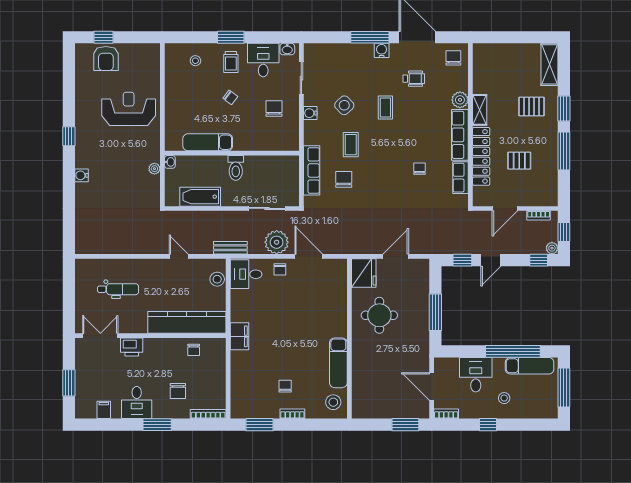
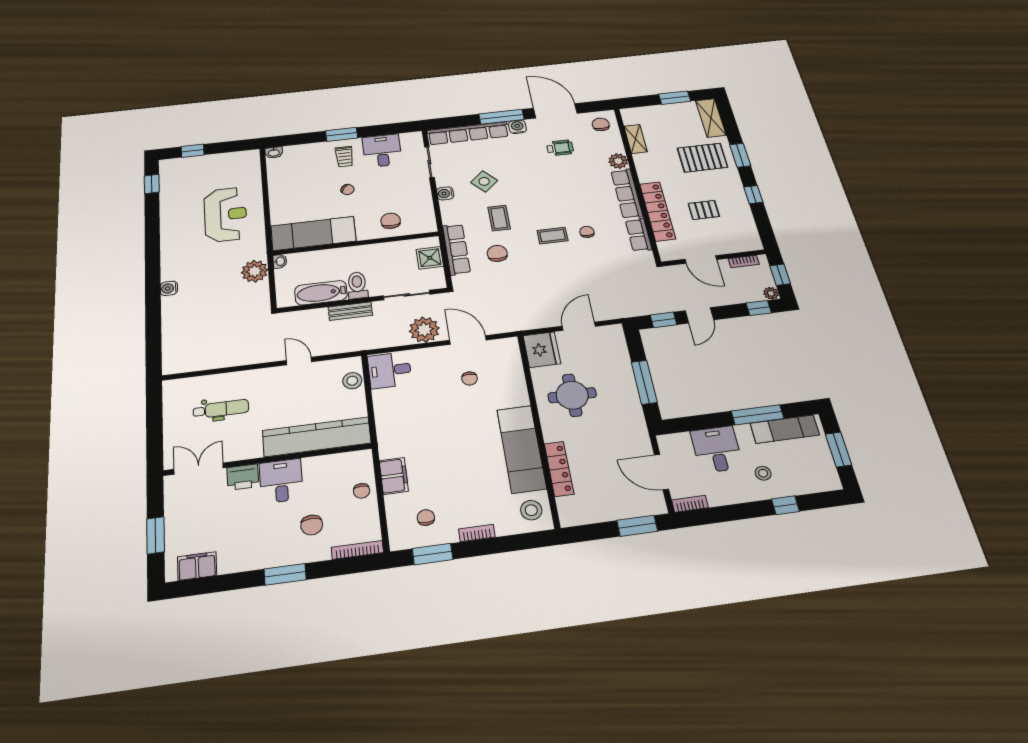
window: (524, 37) -> (675, 98), added
washbasin: (287, 49) -> (274, 153), moved
row of seats: (338, 51) -> (468, 133), added
armchair: (106, 58) -> (196, 170), removed
stool: (195, 61) -> (303, 160), removed
pallet: (532, 107) -> (702, 158), width x1.50, depth x1.42
chair: (274, 108) -> (391, 221), moved
coffee table: (385, 108) -> (553, 236), moved, turned 90
reception desk: (129, 109) -> (226, 214), turned 90
shelving: (480, 110) -> (636, 139), moved
window: (69, 136) -> (152, 184), moved
exam couch: (208, 142) -> (313, 233), width x1.36, depth x1.45
window: (564, 151) -> (753, 195), width x0.46
toilet: (236, 168) -> (357, 285), moved, turned 180
plant: (154, 169) -> (255, 271), width x1.87, depth x1.87
shower: (289, 176) -> (430, 258), added
door: (505, 208) -> (701, 259), hinge flipped
bench: (230, 248) -> (350, 311), moved
chair: (280, 269) -> (470, 378), moved
filing cabinet: (240, 336) -> (394, 476), moved
chair: (194, 350) -> (362, 491), moved
window: (513, 351) -> (758, 415), width x0.68
exam couch: (338, 363) -> (522, 449), width x1.36, depth x1.45
locker: (359, 373) -> (559, 469), added
chair: (285, 386) -> (426, 518), moved
window: (564, 388) -> (838, 449), width x0.69
desk: (137, 402) -> (281, 481), moved, turned 180
filing cabinet: (104, 410) -> (197, 566), width x2.00
window: (488, 425) -> (785, 505), moved

